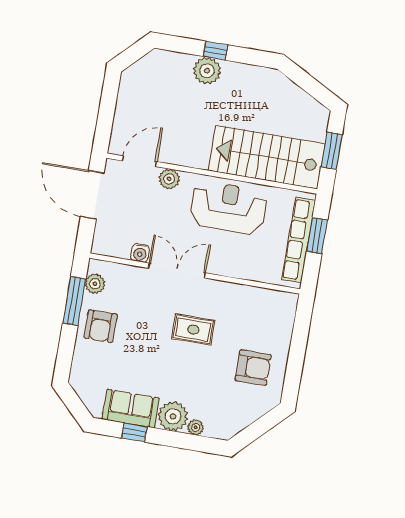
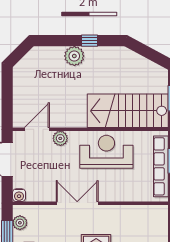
window: (215, 51) -> (90, 41), moved
water cooler: (140, 253) -> (19, 195), moved

